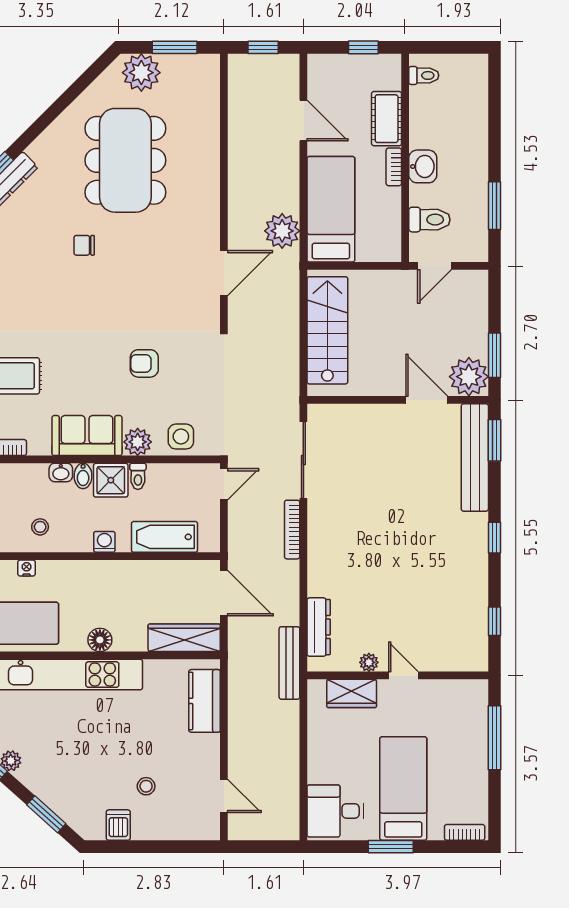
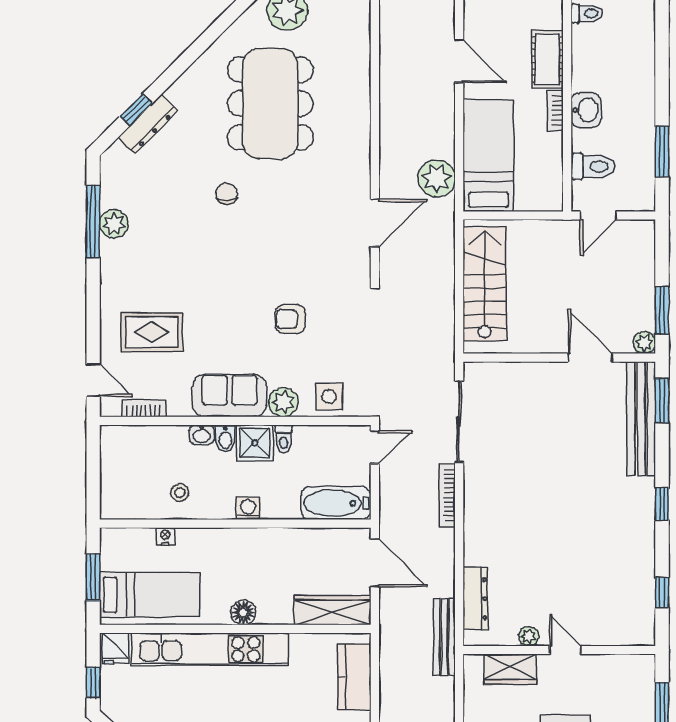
chair: (84, 245) -> (227, 194), turned 90
plant: (469, 377) -> (644, 343), width x0.53, depth x0.53
bathtub: (164, 537) -> (336, 503), moved

